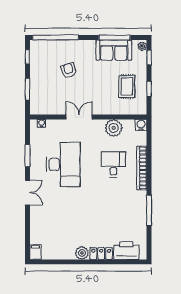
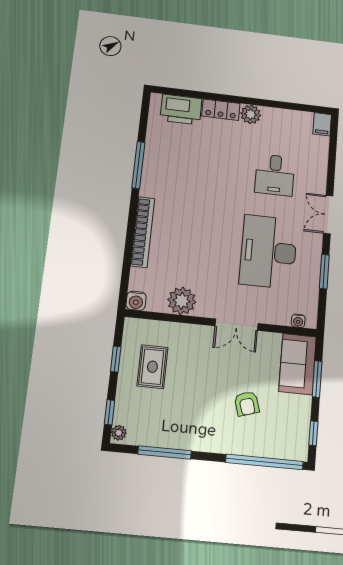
sofa: (114, 50) -> (297, 364), moved, turned -90
desk: (113, 164) -> (275, 175), moved

